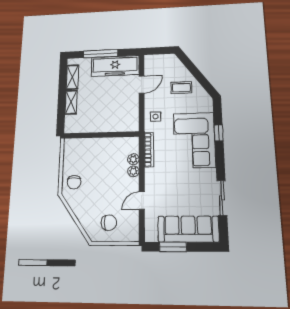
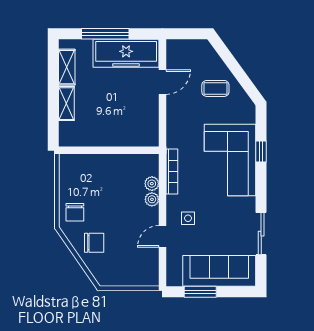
side table: (156, 117) -> (188, 218), moved
chair: (109, 223) -> (94, 243), moved

